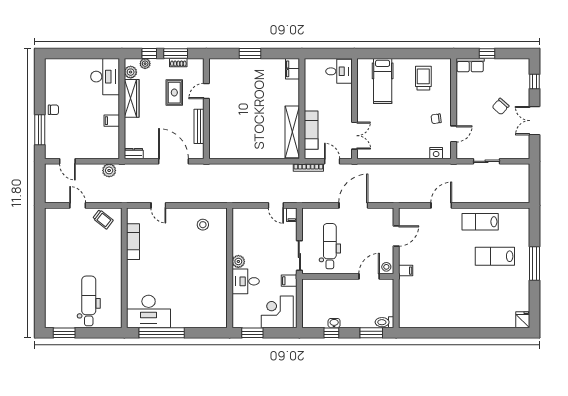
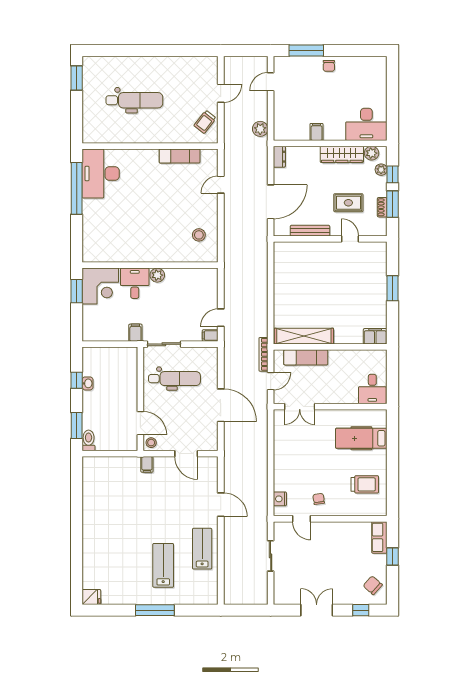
chair: (501, 106) -> (373, 585), moved
dental chair: (89, 301) -> (134, 100), moved
corner desk: (277, 312) -> (100, 286), moved, turned 90

